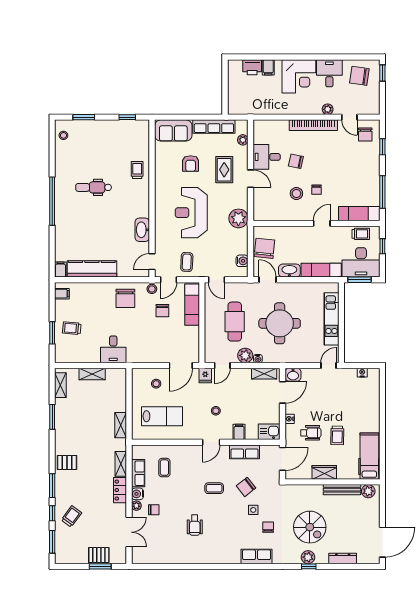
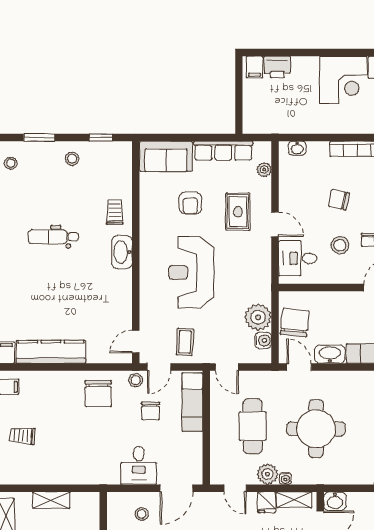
filing cabinet: (268, 67) -> (254, 67), moved
washbasin: (266, 125) -> (297, 148), added
stool: (107, 132) -> (72, 159), added
desk: (267, 157) -> (298, 258), moved
plant: (238, 218) -> (258, 317), moved
washbasin: (142, 230) -> (122, 252), moved
desk: (113, 349) -> (139, 465), moved
door: (222, 365) -> (235, 488), hinge flipped
fridge: (205, 375) -> (266, 502), moved

